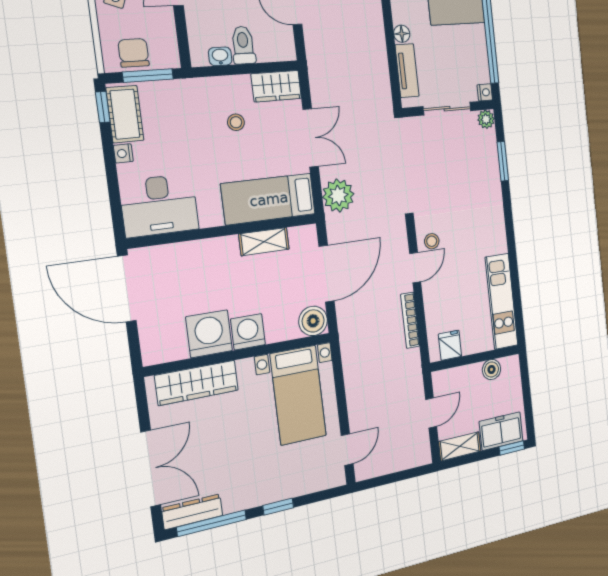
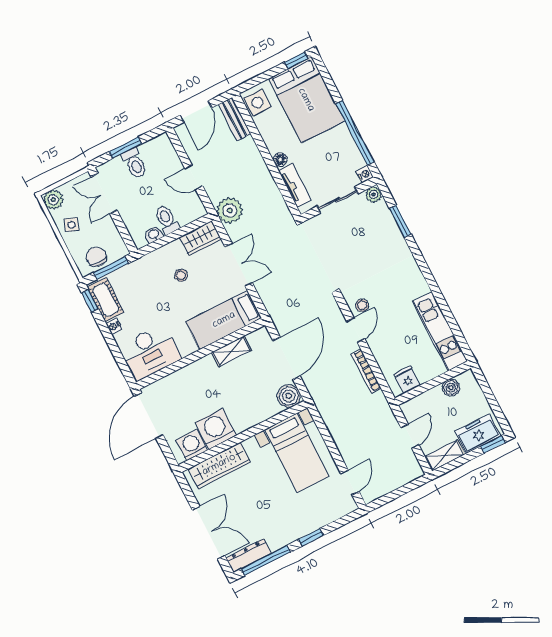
plant: (338, 195) -> (230, 210), moved
door: (127, 288) -> (149, 416), hinge flipped
washing machine: (248, 332) -> (192, 445), moved

